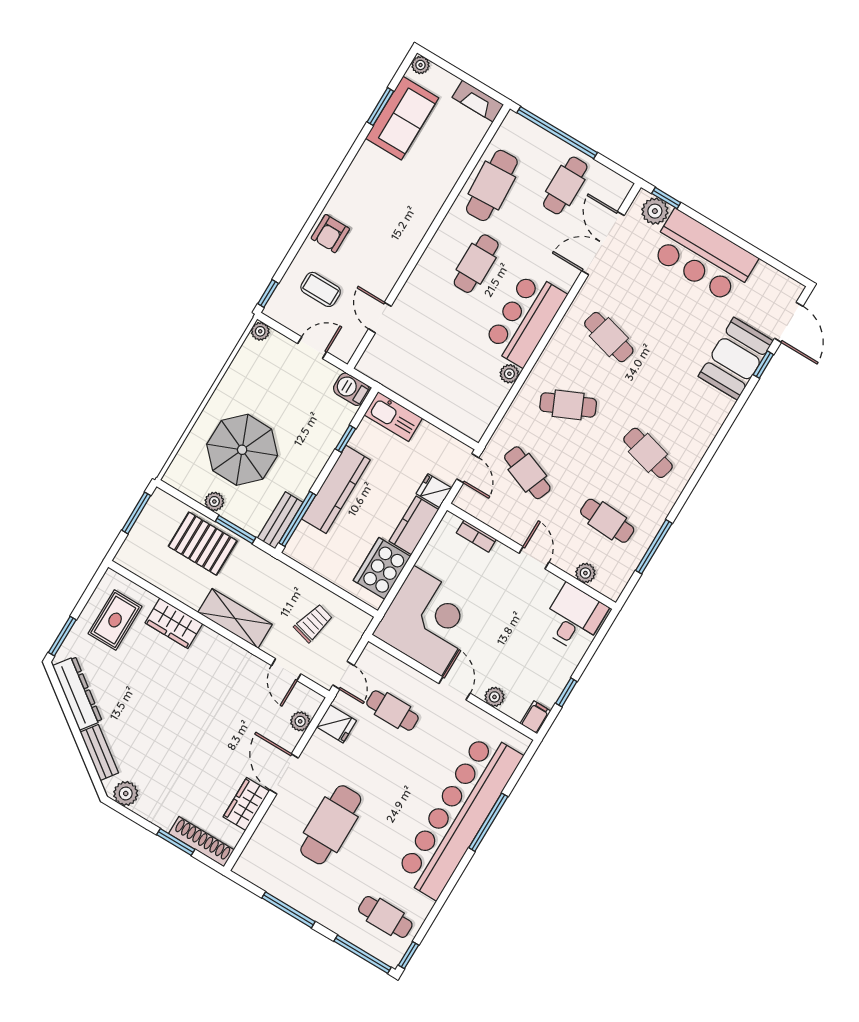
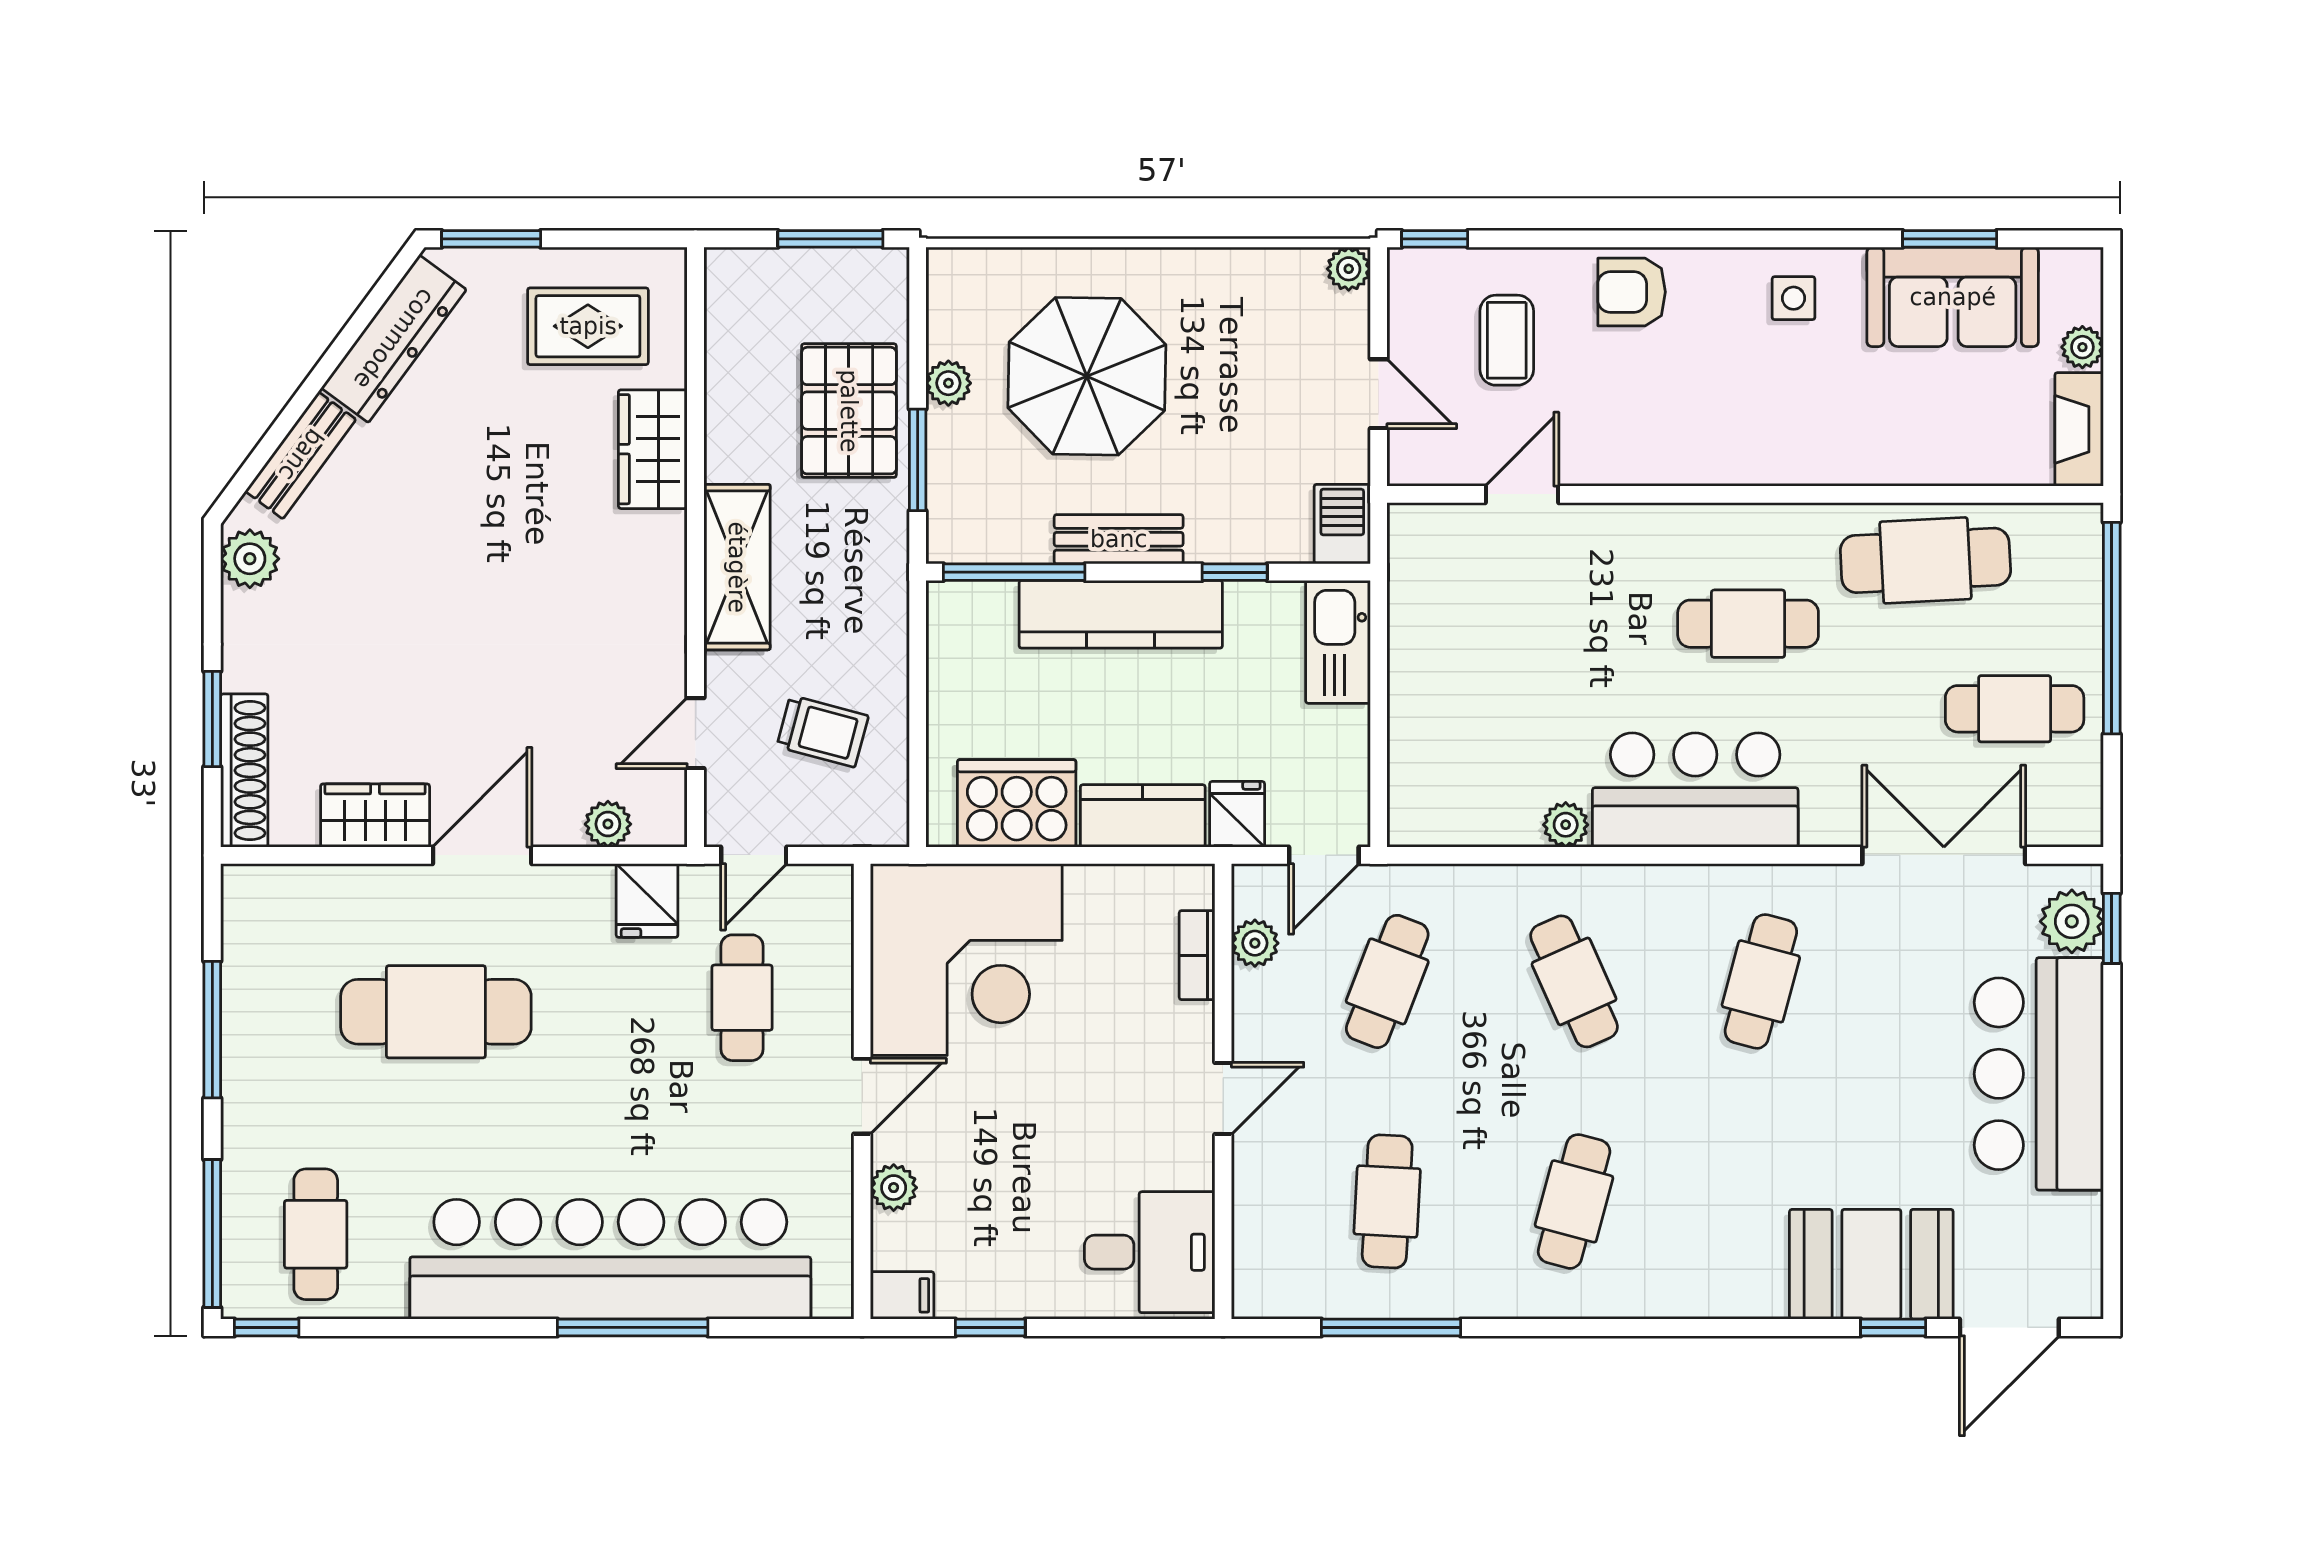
plant: (420, 65) -> (2082, 347), moved
side table: (368, 176) -> (1794, 298), added
bench: (280, 520) -> (1119, 539), moved
plant: (585, 573) -> (1255, 943), moved

